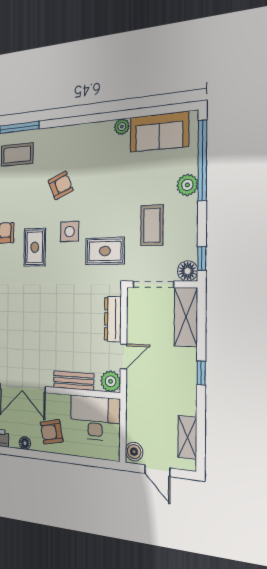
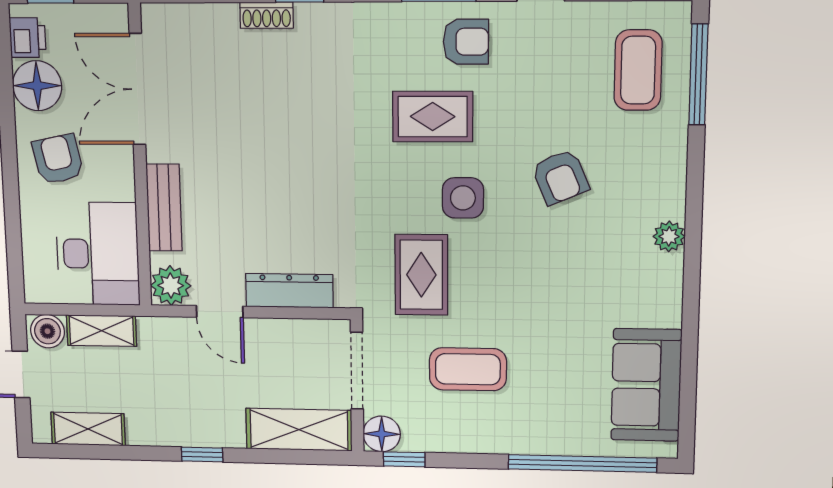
plant: (122, 127) -> (669, 236), moved
plant: (187, 185) -> (540, 436), removed
shelving: (134, 422) -> (102, 331), added
floor lamp: (25, 443) -> (37, 86), width x1.89, depth x1.89

